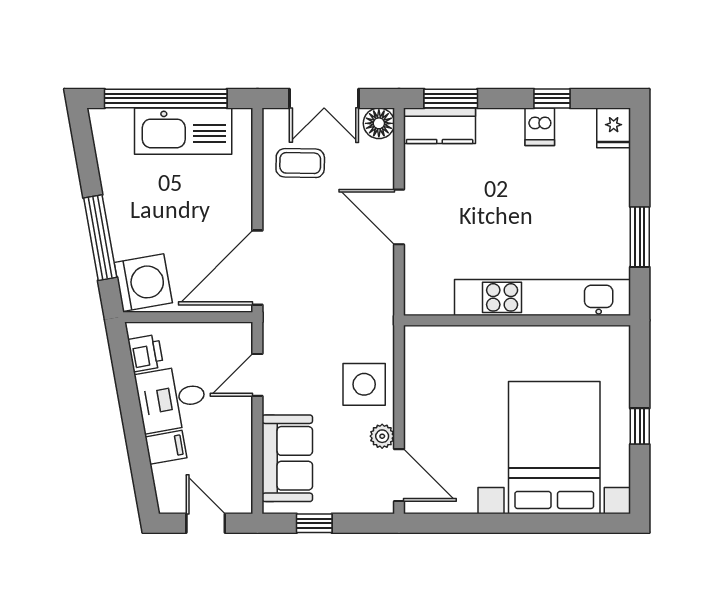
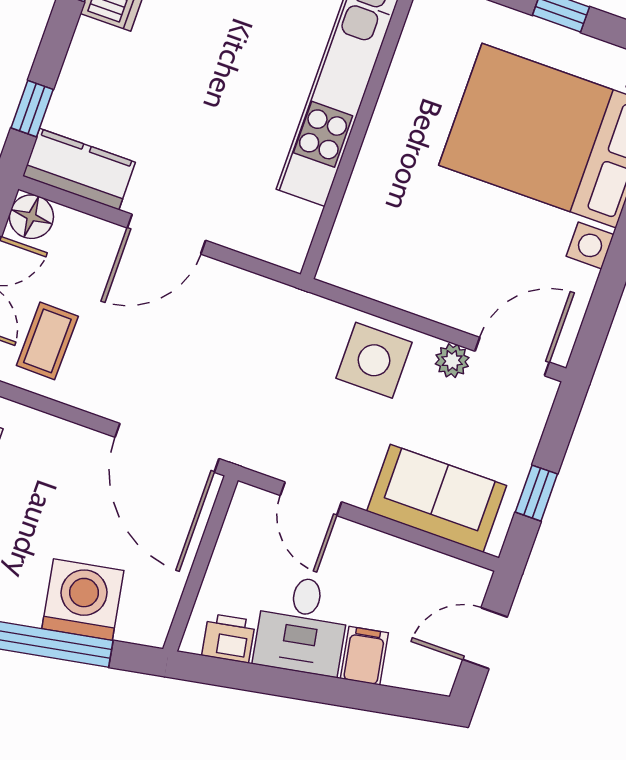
window: (451, 98) -> (32, 109), width x0.67
kitchen counter: (440, 126) -> (79, 169), moved, turned -90
washing machine: (143, 283) -> (83, 600), moved

